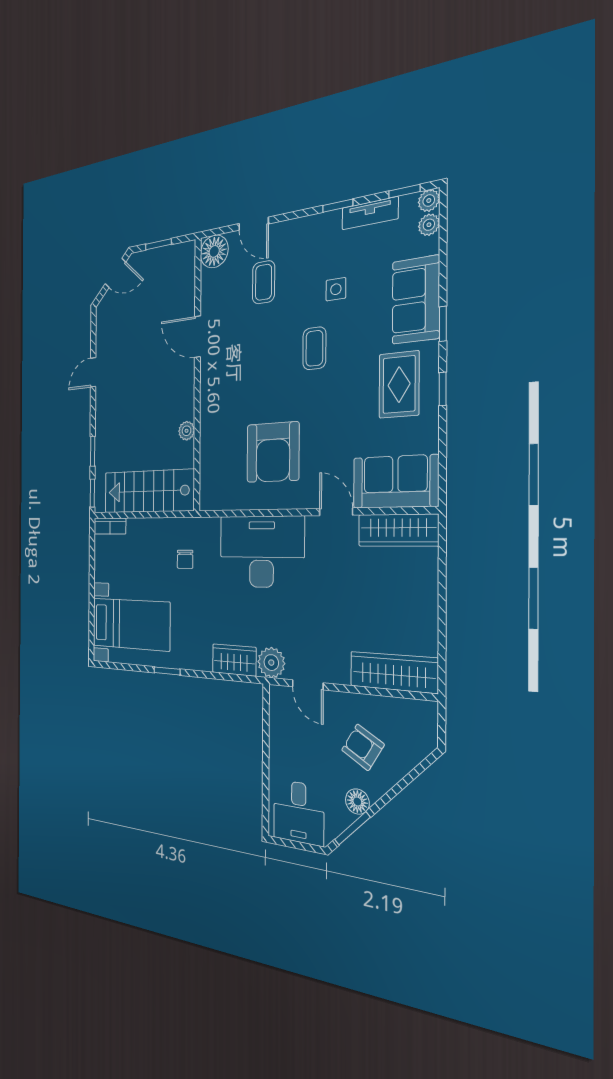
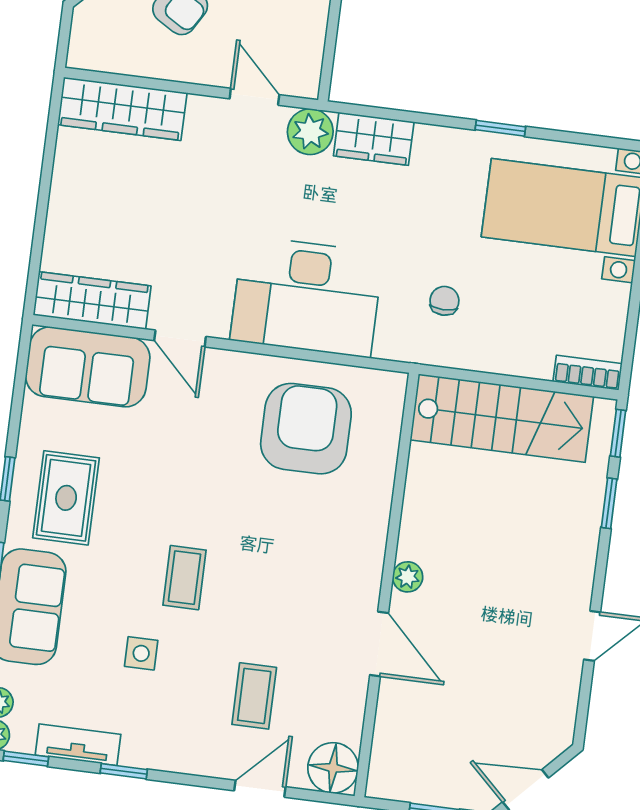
door: (254, 224) -> (260, 789), hinge flipped
plant: (187, 431) -> (408, 577), moved
armchair: (273, 452) -> (306, 429), moved

